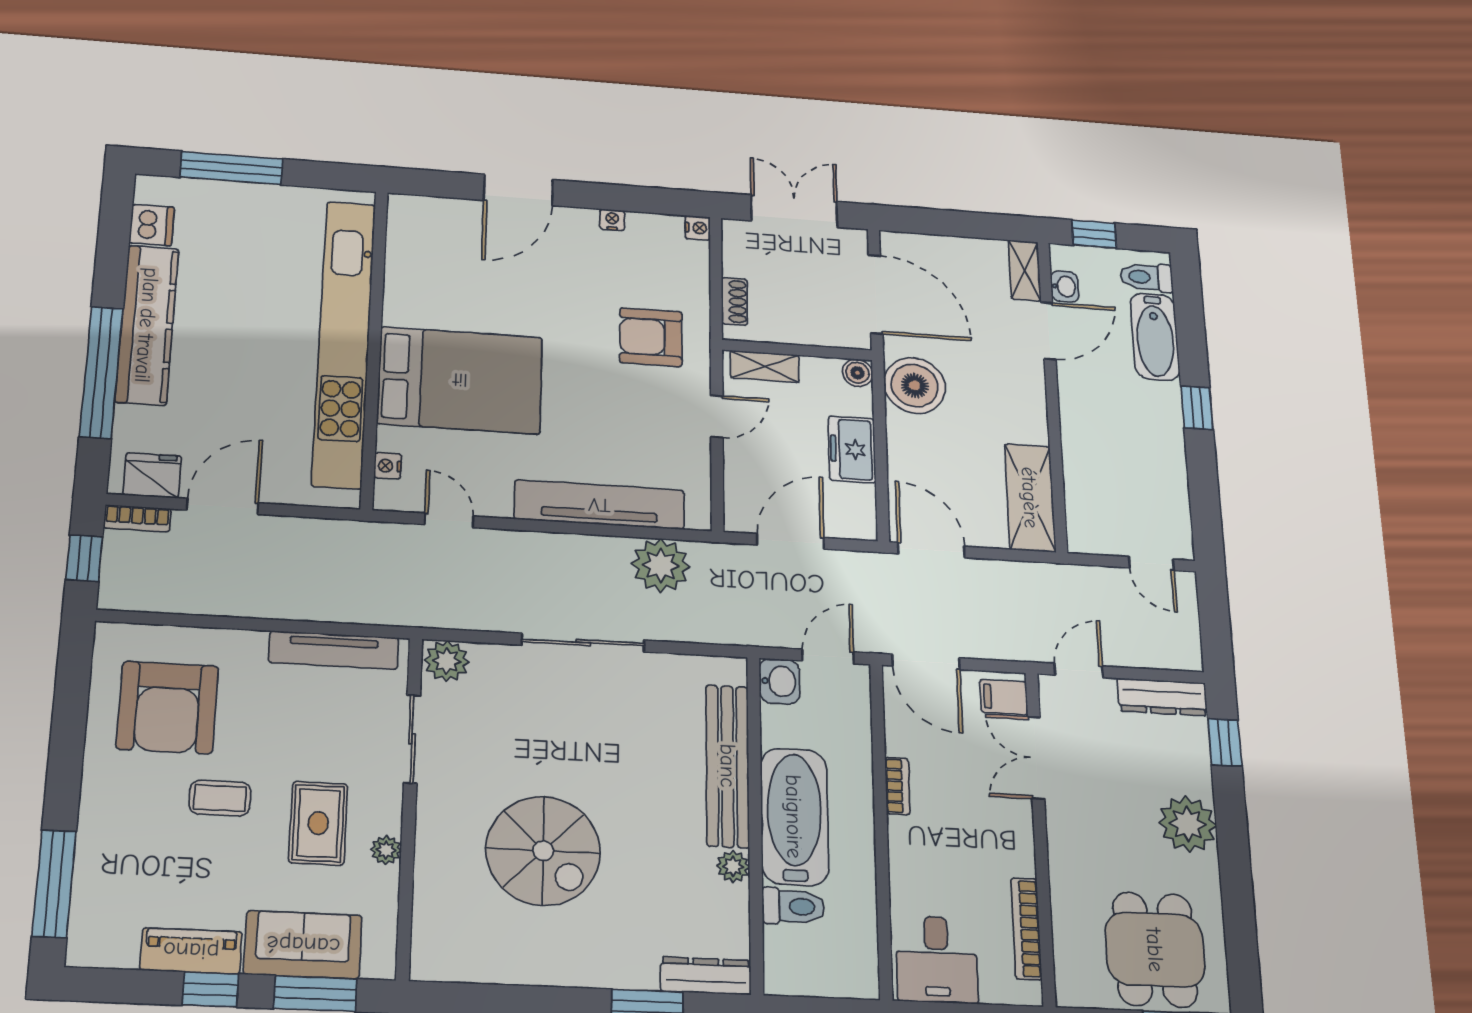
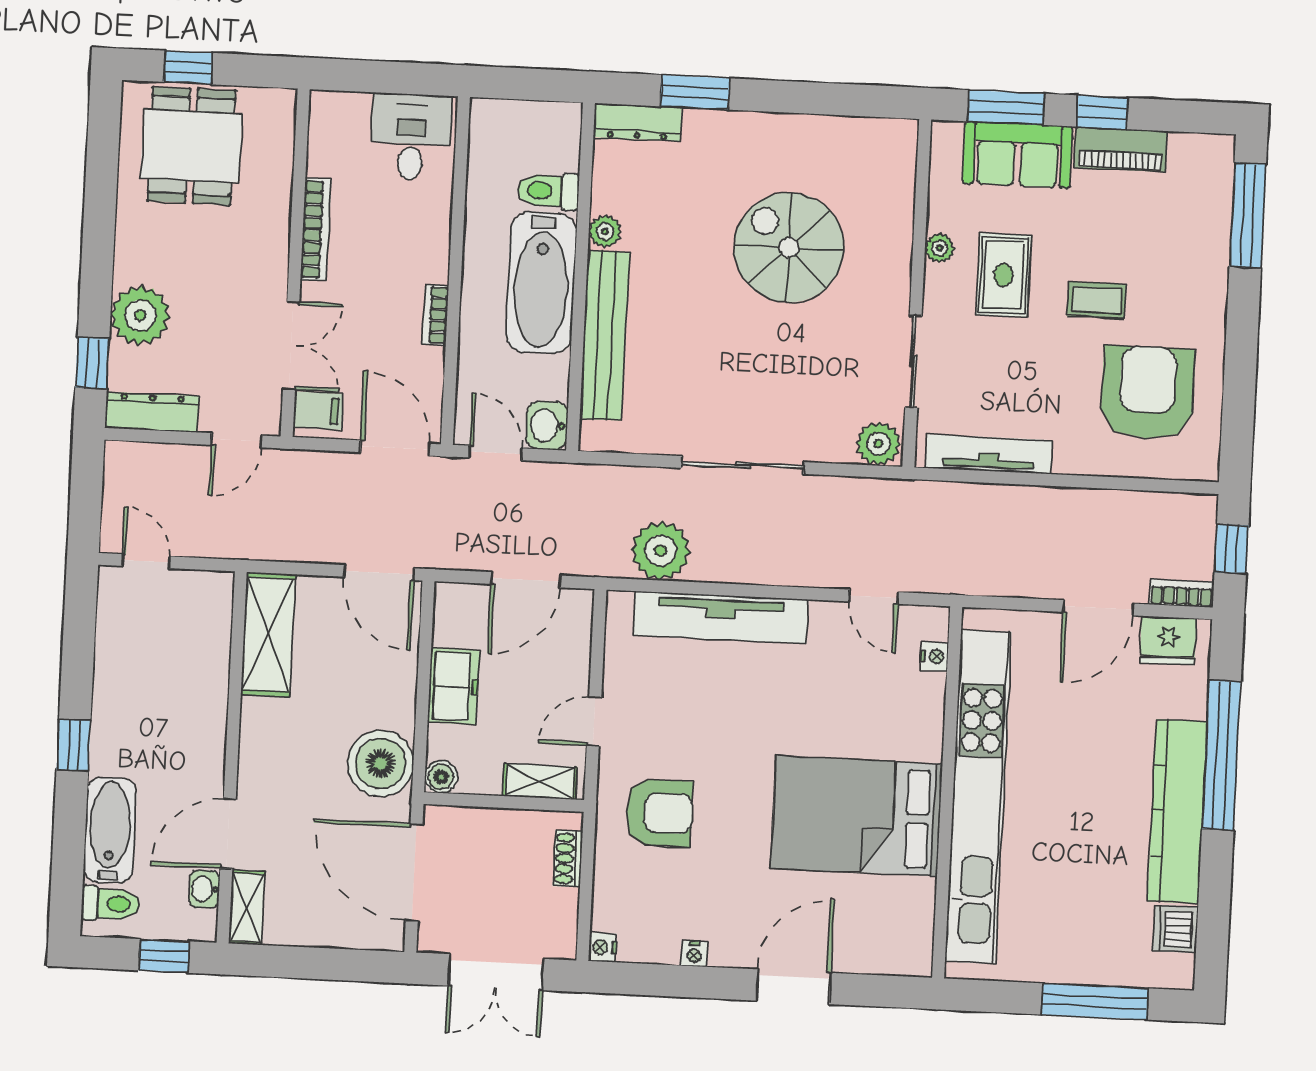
bed: (460, 380) -> (857, 816), moved
door: (828, 656) -> (496, 453), swing flipped
plant: (1188, 824) -> (140, 315), moved
bookcase: (1026, 929) -> (316, 229), moved

